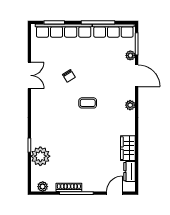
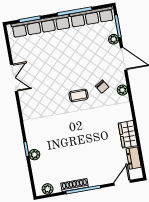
chair: (69, 76) -> (102, 87), moved
plant: (40, 156) -> (34, 155), width x0.53, depth x0.53

